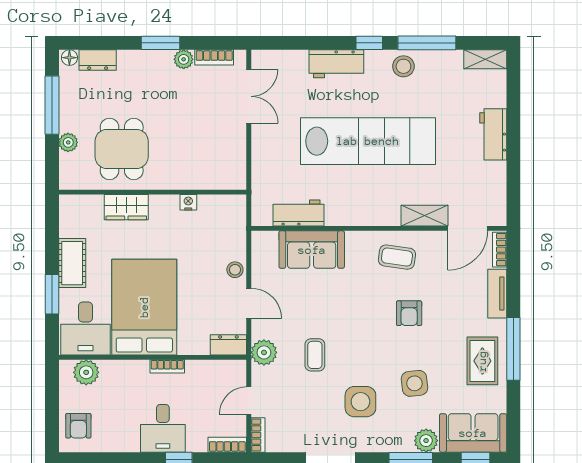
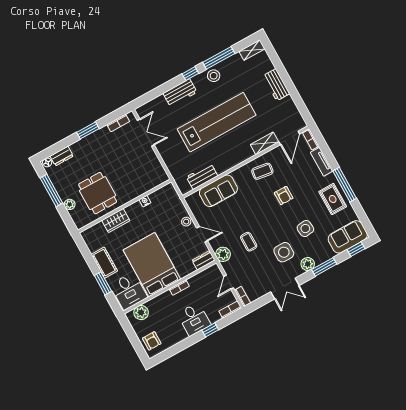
plant: (184, 59) -> (104, 132), removed
plant: (426, 441) -> (308, 264), moved

